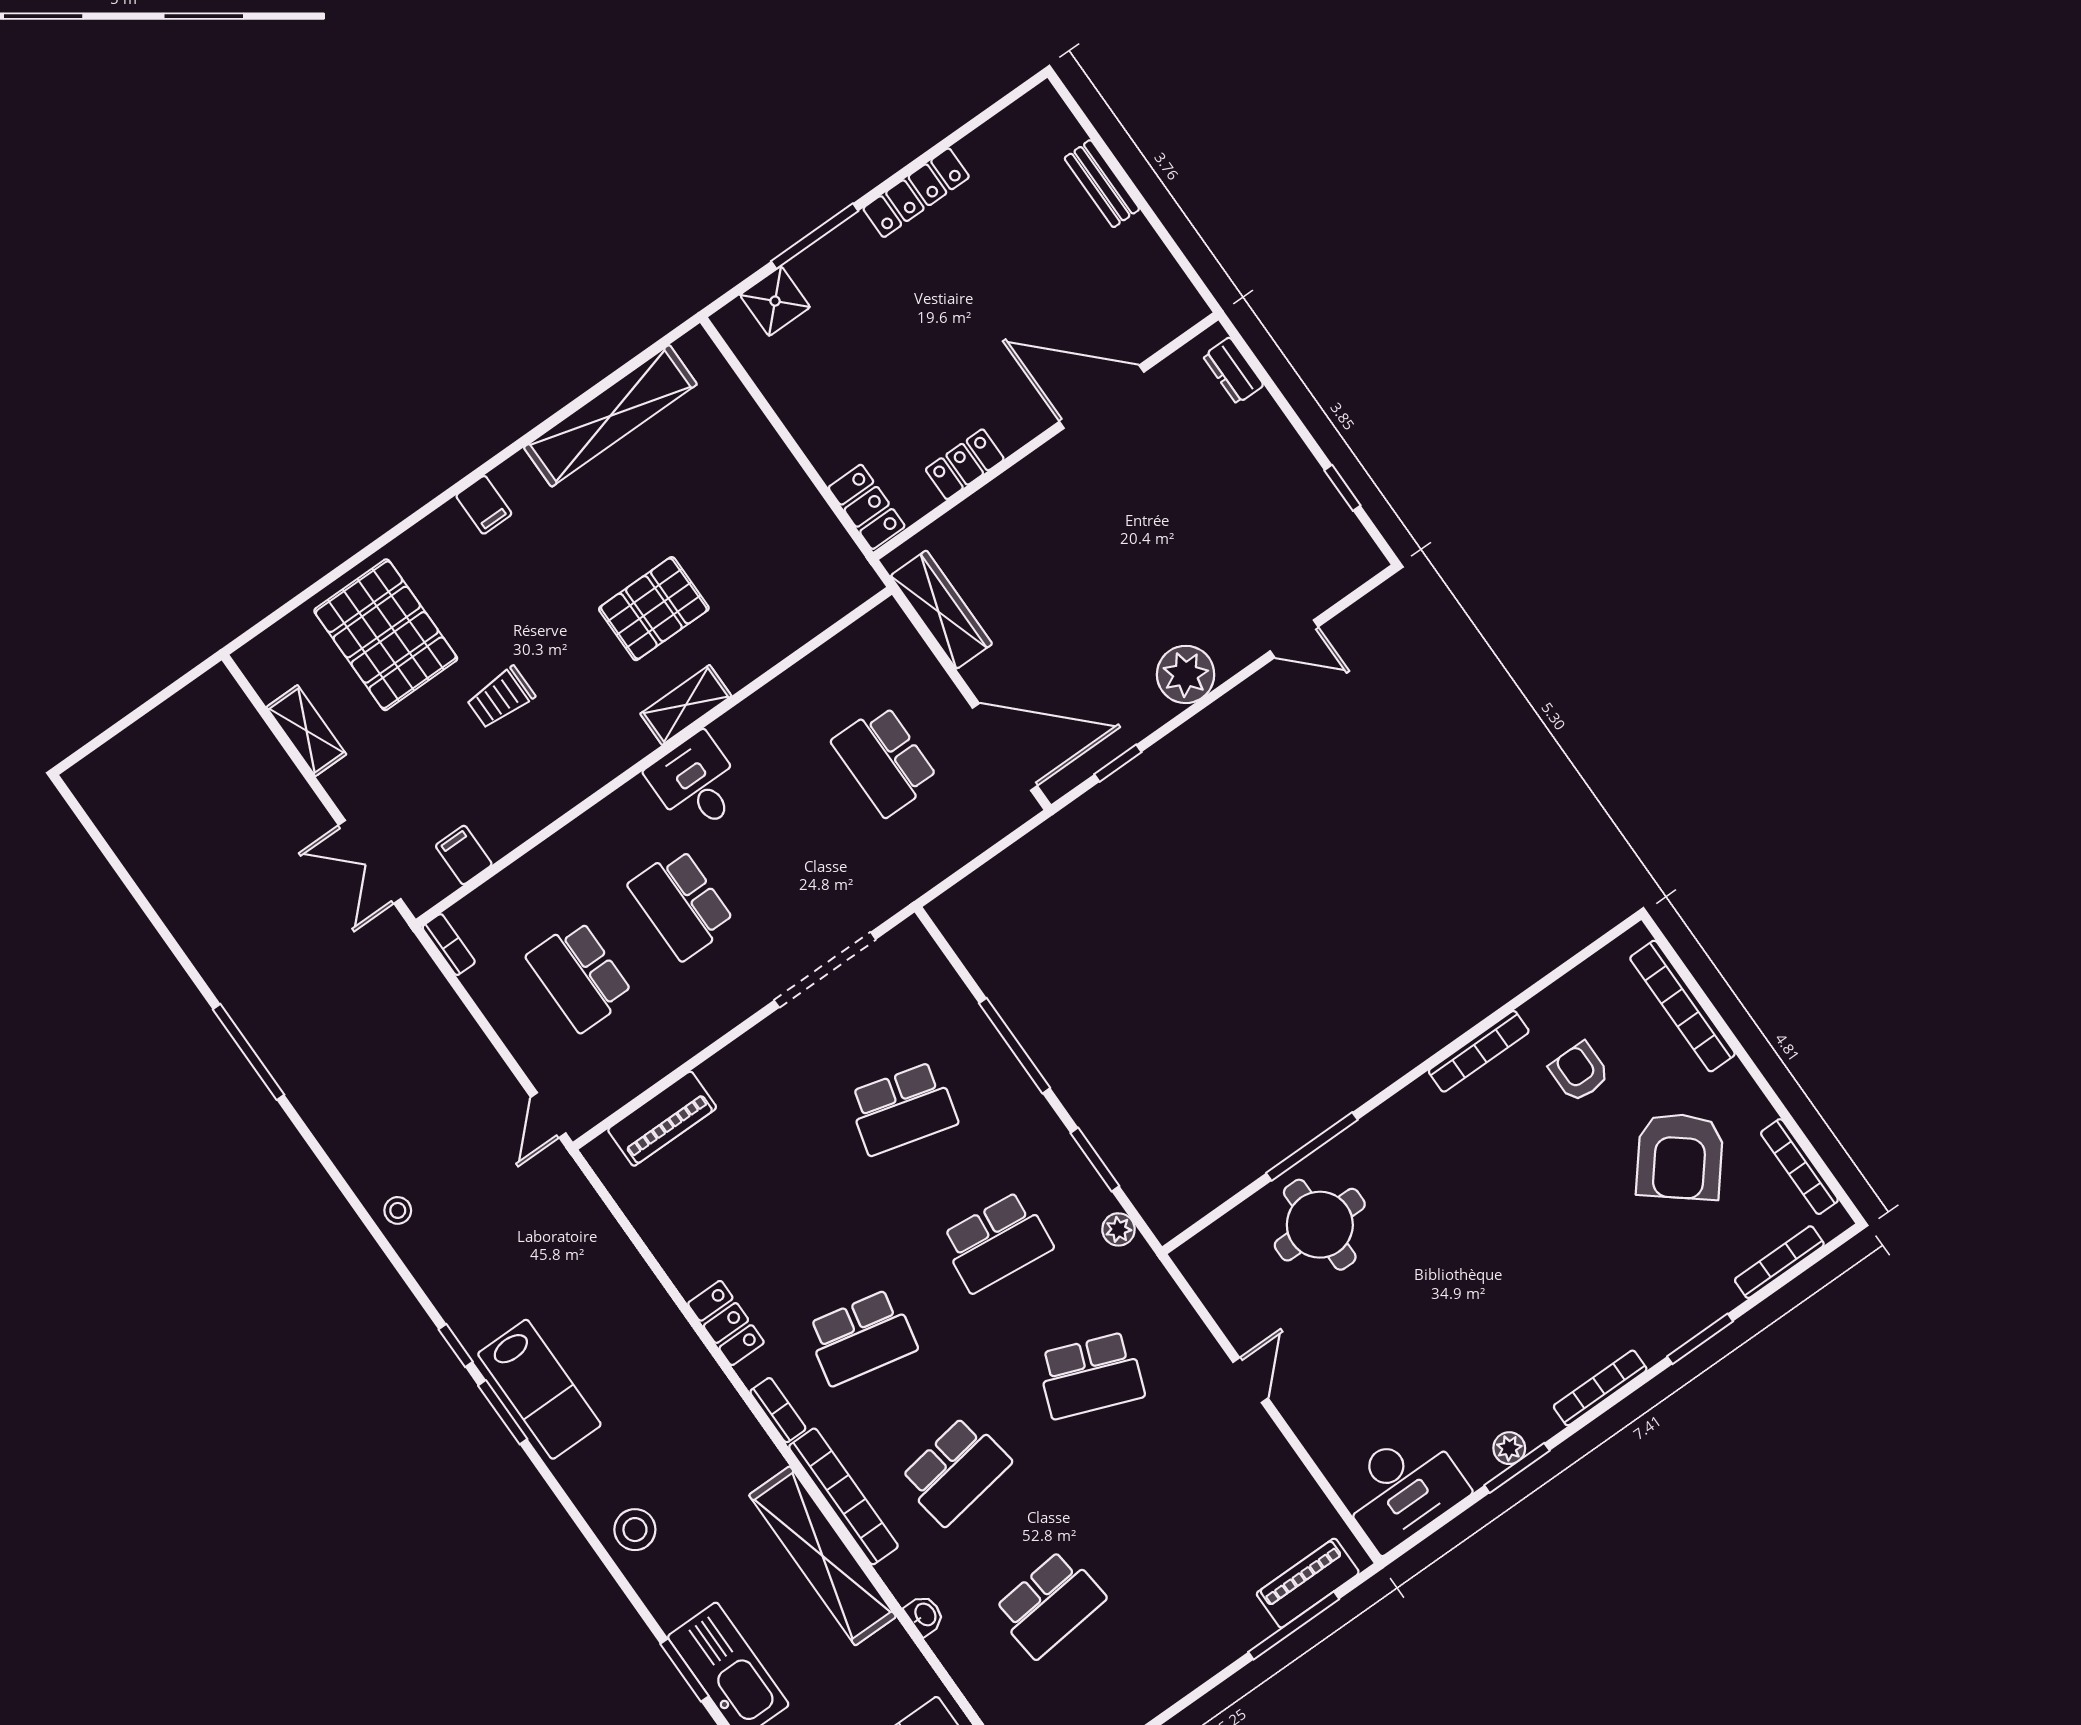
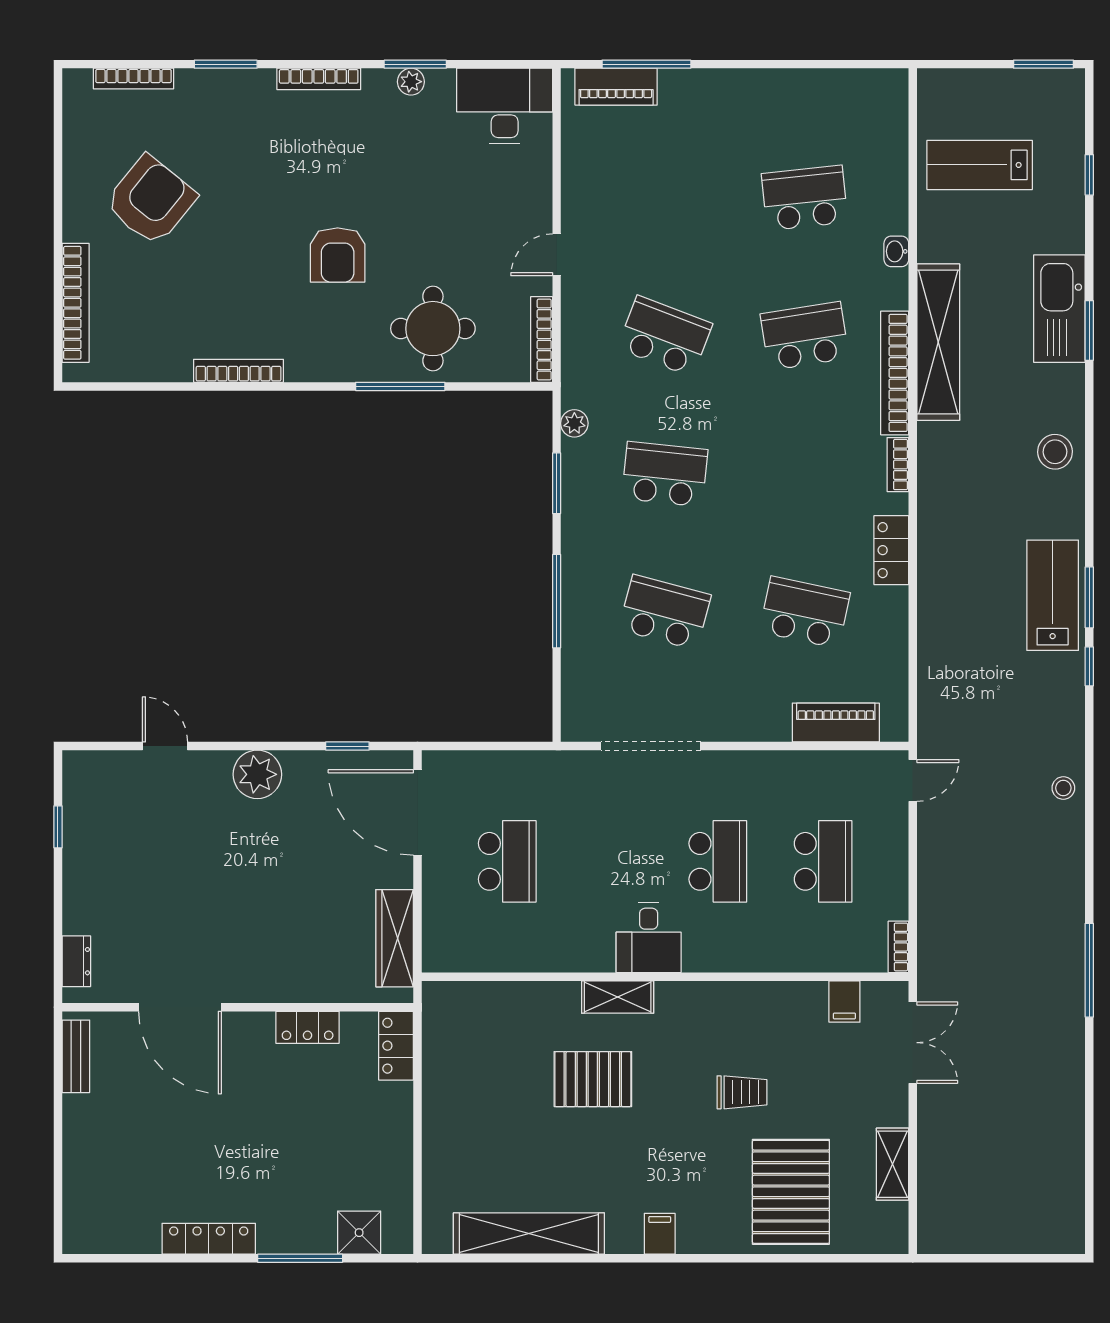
bench: (1102, 184) -> (76, 1056), moved
armchair: (1579, 1072) -> (338, 255), moved, width x1.38, depth x1.38
bookcase: (1799, 1167) -> (542, 340), moved, turned 180
school desk: (861, 1337) -> (805, 612), moved

